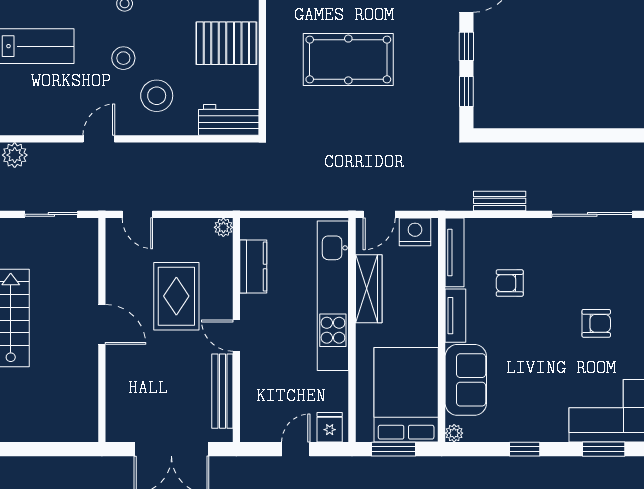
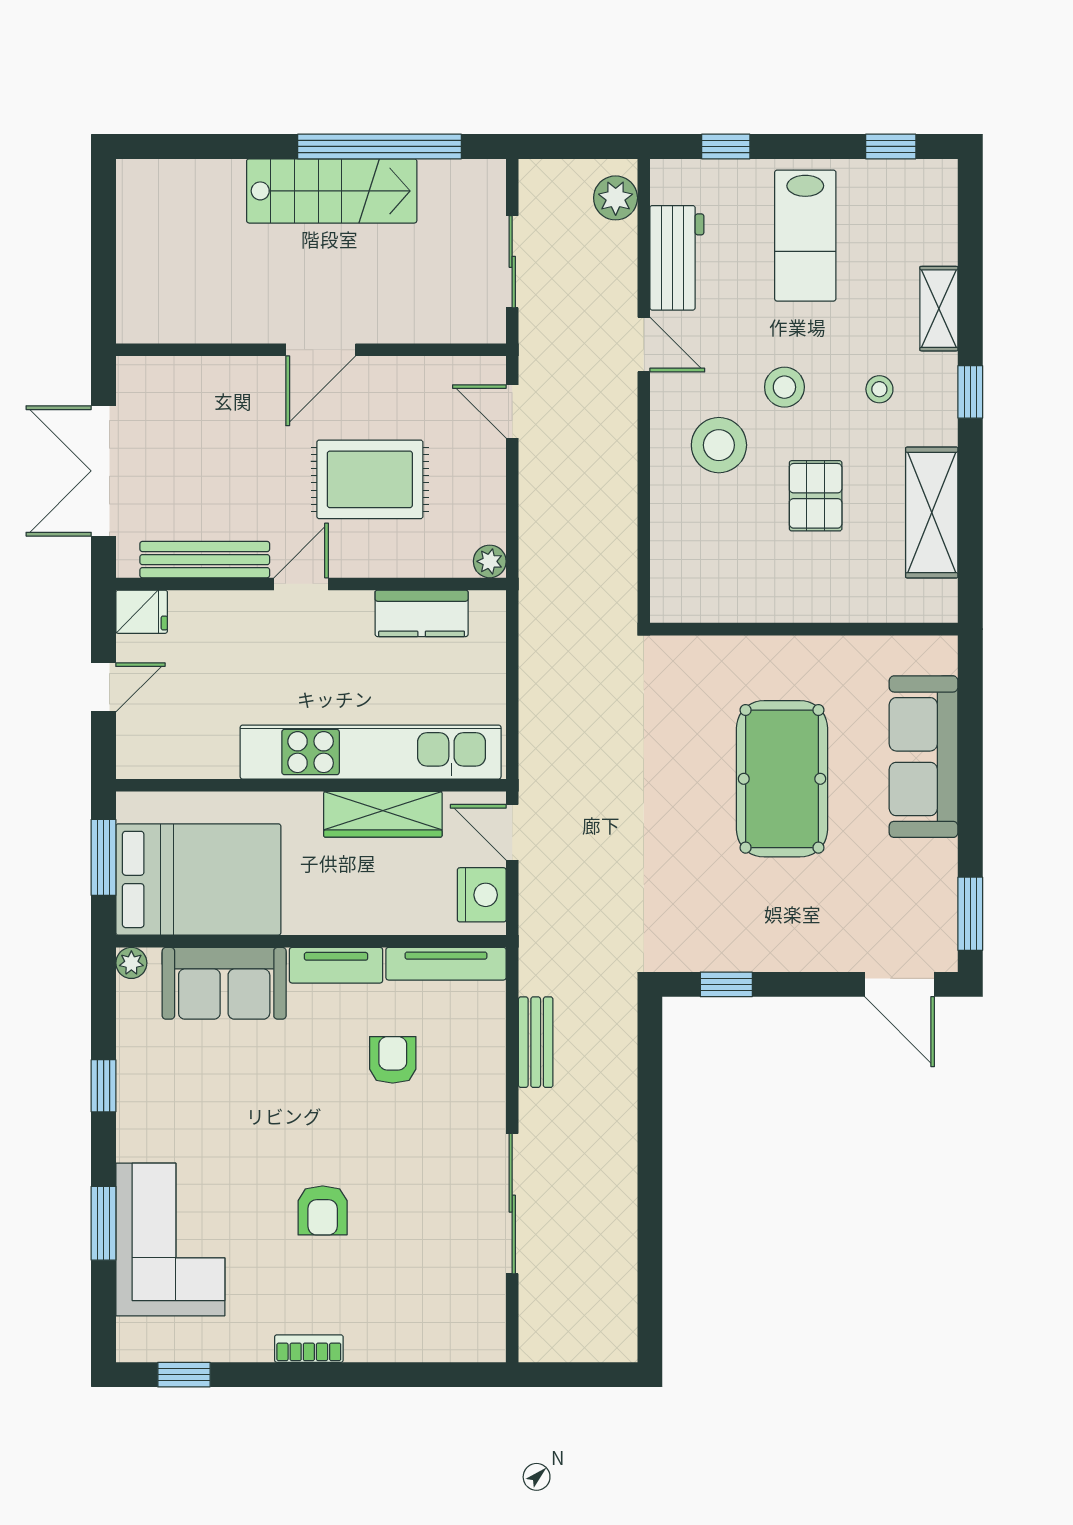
pallet: (226, 43) -> (816, 496), moved, width x0.67, depth x0.71
window: (466, 46) -> (805, 984), removed
workbench: (229, 120) -> (677, 258), moved
door: (137, 214) -> (512, 411), hinge flipped
fridge: (330, 427) -> (142, 612), moved
door: (296, 449) -> (104, 687), hinge flipped

